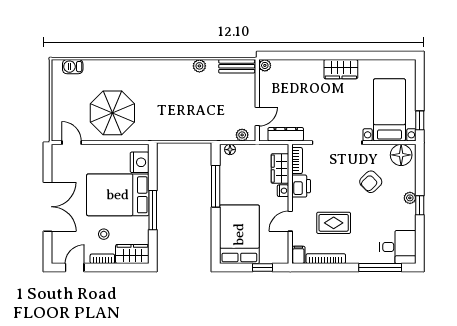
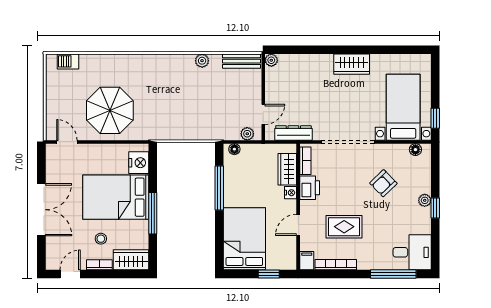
floor lamp: (401, 155) -> (415, 150), width x0.53, depth x0.53

